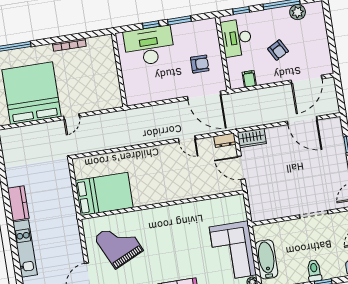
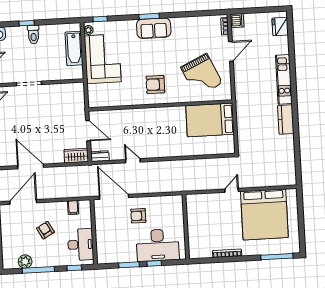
armchair: (200, 64) -> (138, 216), moved
armchair: (170, 228) -> (155, 85), added

